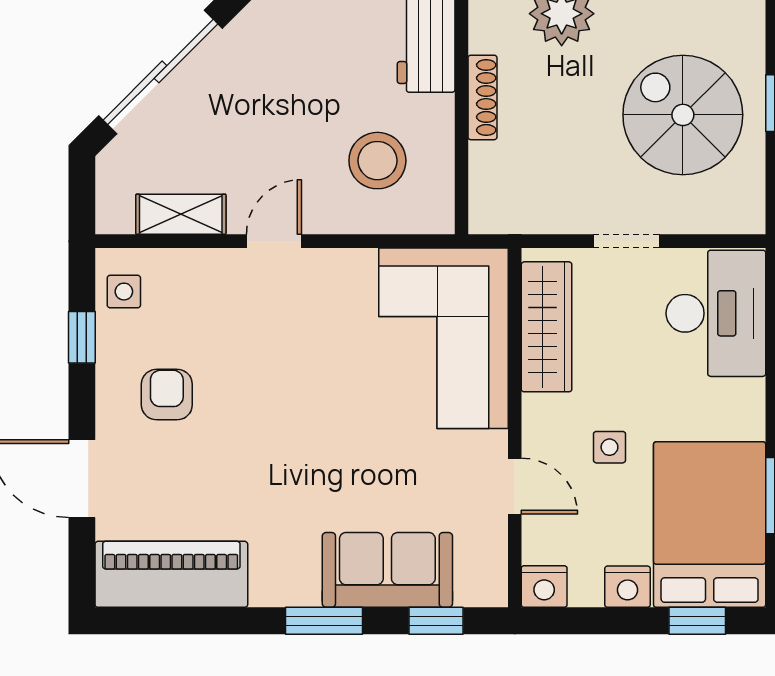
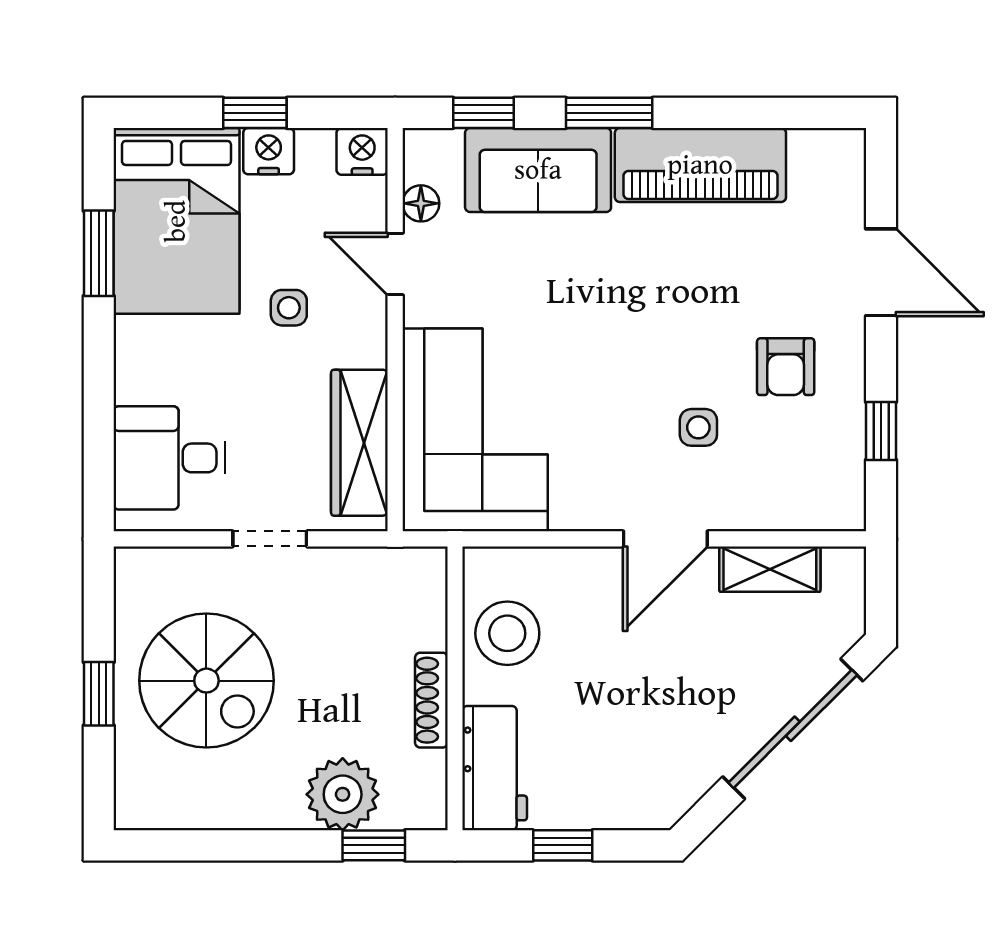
stool: (377, 161) -> (507, 633), moved
door: (274, 241) -> (665, 539), width x1.38
side table: (124, 292) -> (698, 427), moved
desk: (716, 313) -> (169, 458), width x0.73
floor lamp: (492, 540) -> (421, 203), added
piano: (171, 574) -> (700, 165), moved
window: (697, 621) -> (255, 113), moved

